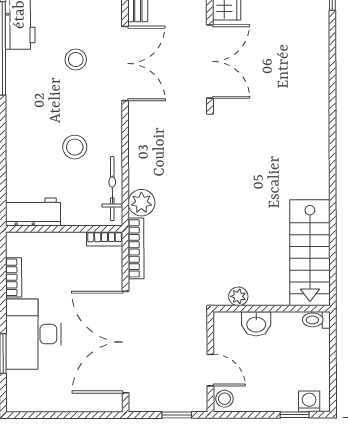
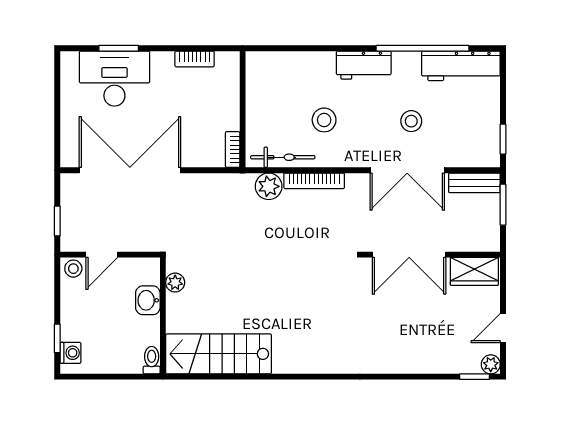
workbench: (33, 212) -> (364, 65), moved, turned 90
bookcase: (136, 248) -> (314, 181), moved
desk: (33, 334) -> (114, 79), moved

